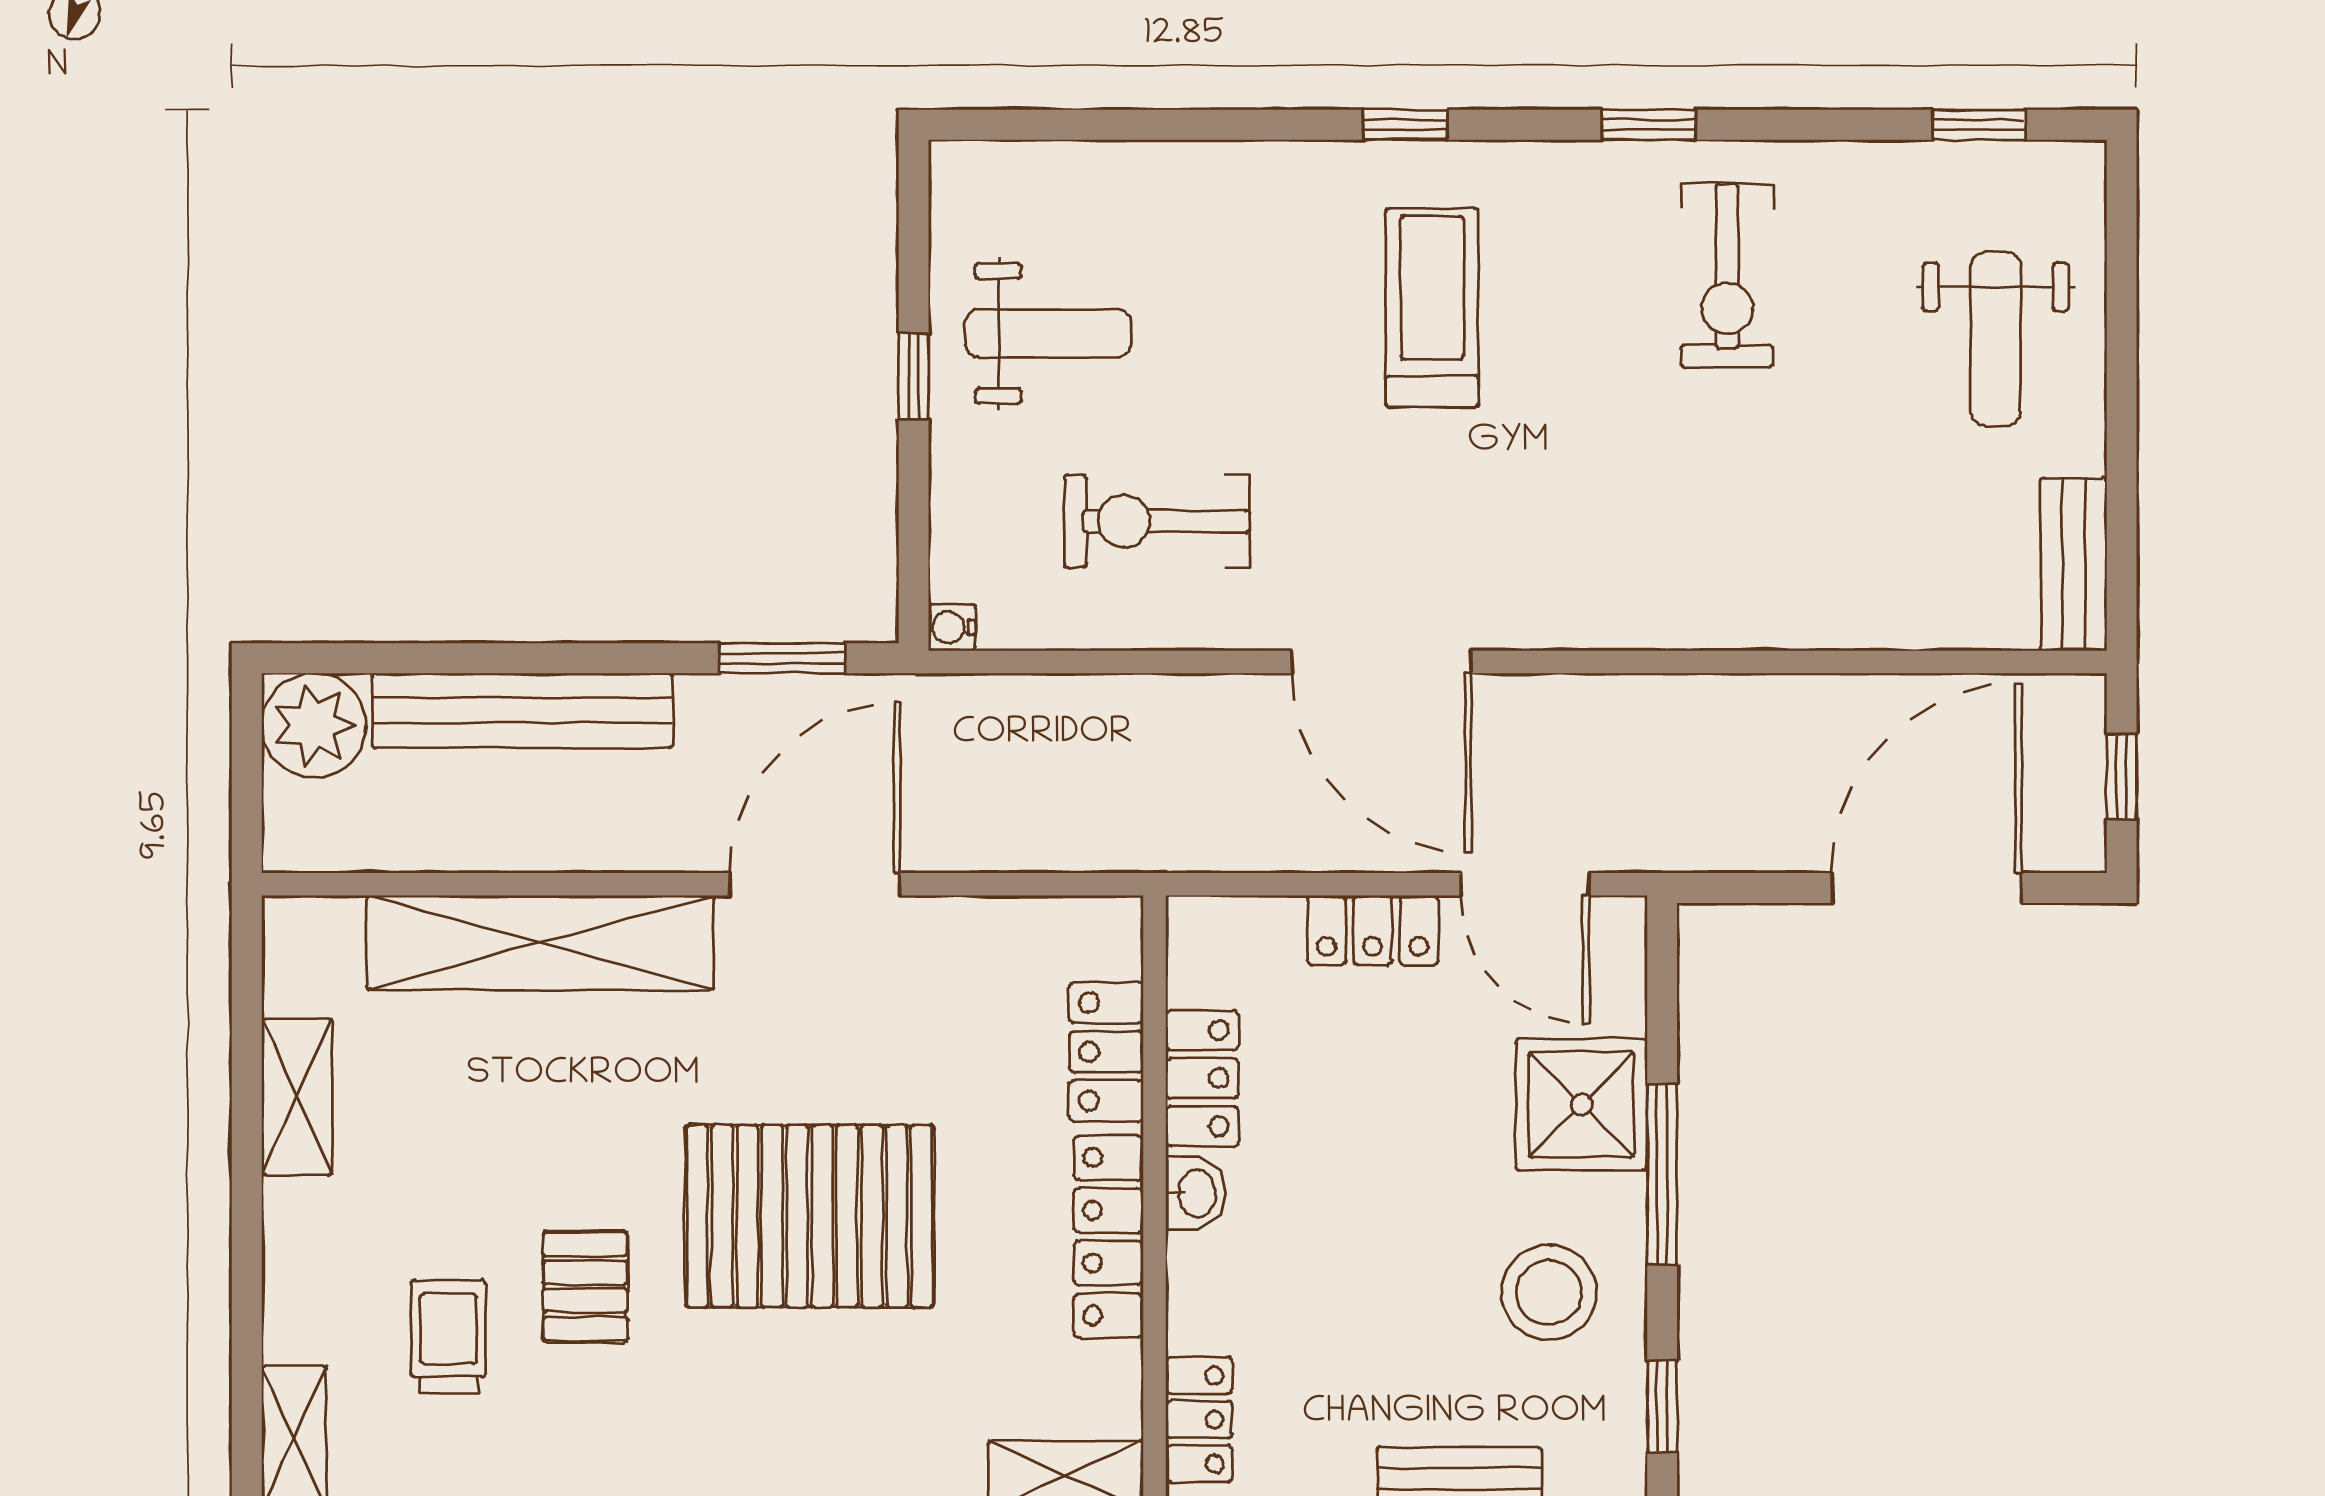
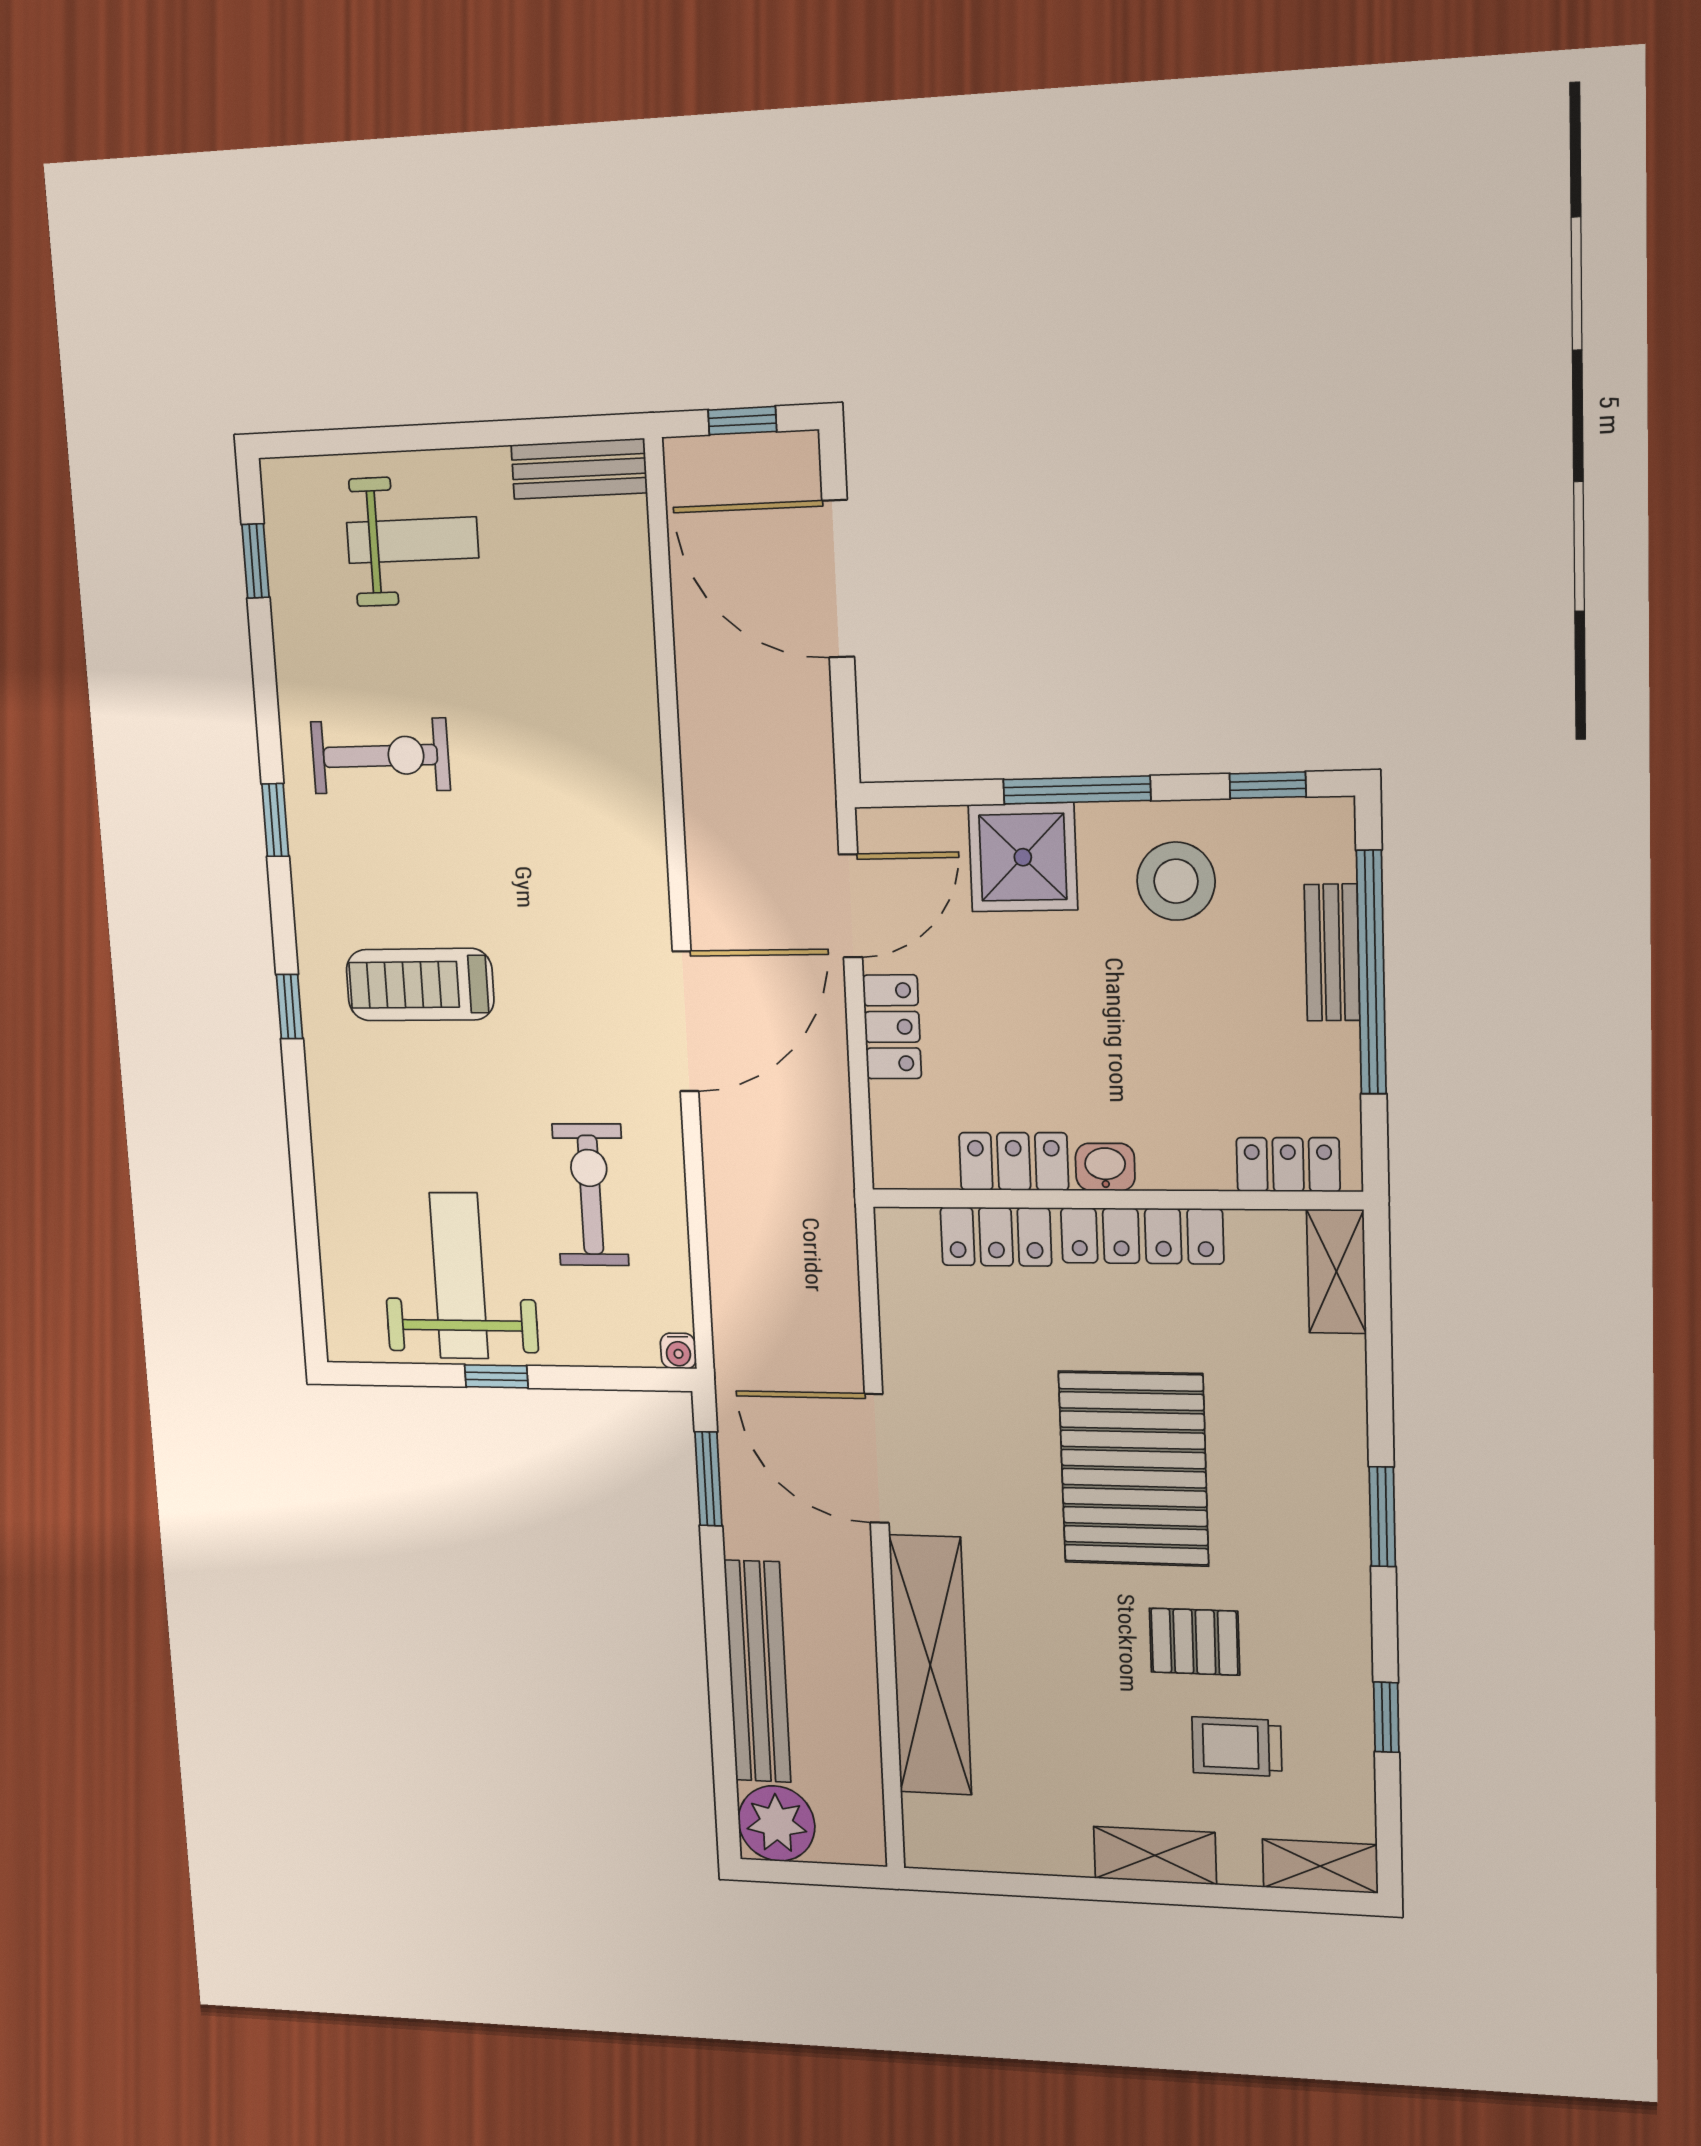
weight bench: (1048, 333) -> (459, 1276), width x1.36, depth x1.33
exercise bike: (1157, 521) -> (590, 1195), turned 180
shelving: (297, 1097) -> (1155, 1855), moved

